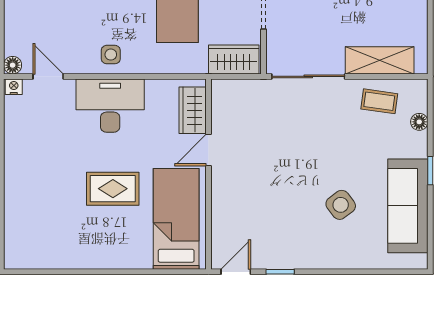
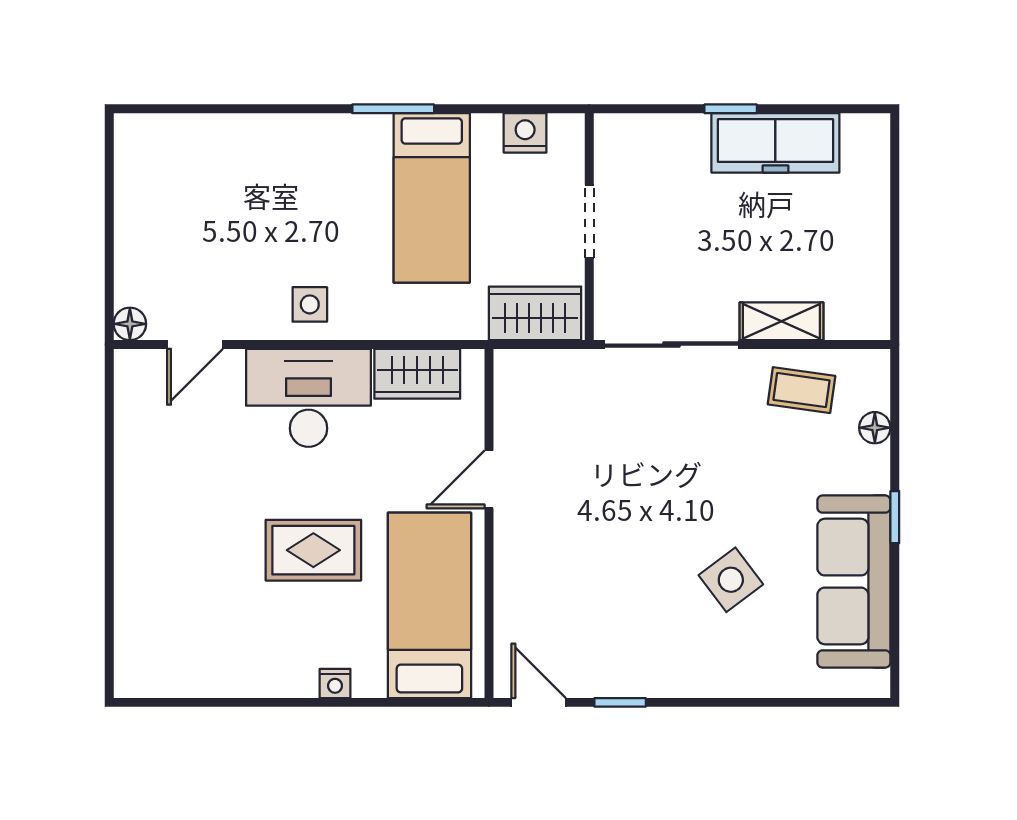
shelving: (380, 60) -> (781, 321), width x0.67, depth x0.75
door: (48, 76) -> (195, 345), swing flipped
nightstand: (14, 87) -> (335, 683), moved, turned 180
wardrobe: (193, 110) -> (417, 374), moved, turned -90
door: (236, 272) -> (539, 702), hinge flipped

